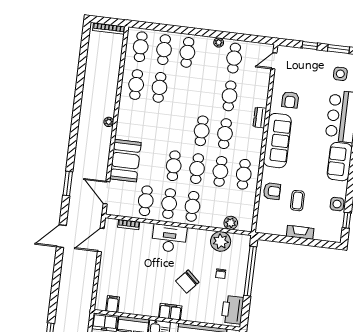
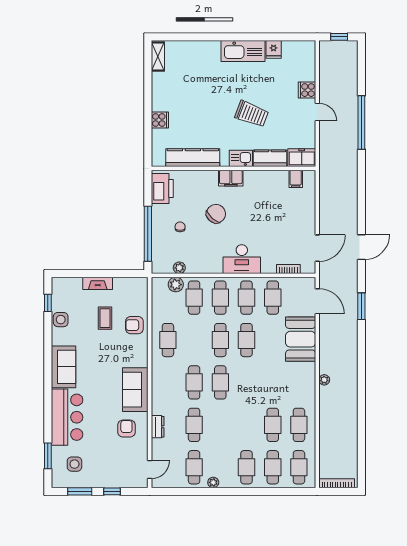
dresser: (260, 118) -> (158, 427), moved
sofa: (277, 141) -> (135, 390), width x0.73
cafe table: (220, 171) -> (194, 298), moved
plant: (221, 241) -> (179, 268), width x0.53, depth x0.53

